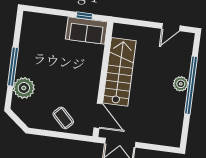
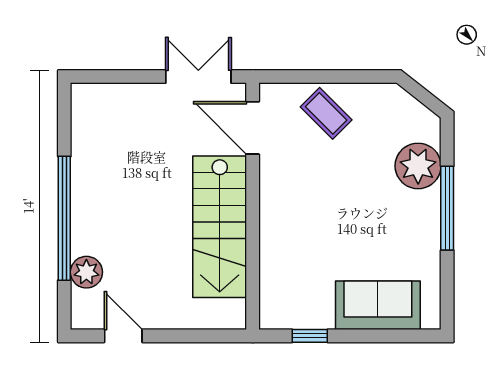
door: (171, 27) -> (123, 336), hinge flipped
sofa: (87, 31) -> (378, 305), moved
plant: (181, 84) -> (86, 272), moved

